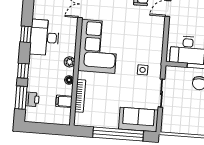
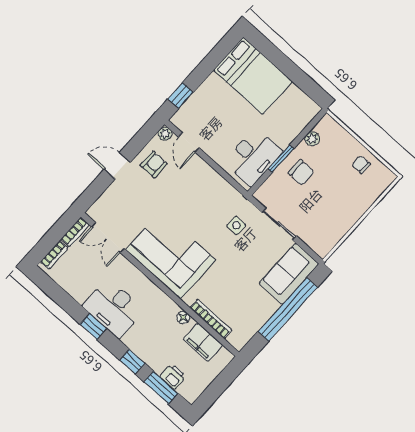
plant: (70, 62) -> (163, 301), removed
filing cabinet: (64, 101) -> (203, 342), width x2.00

